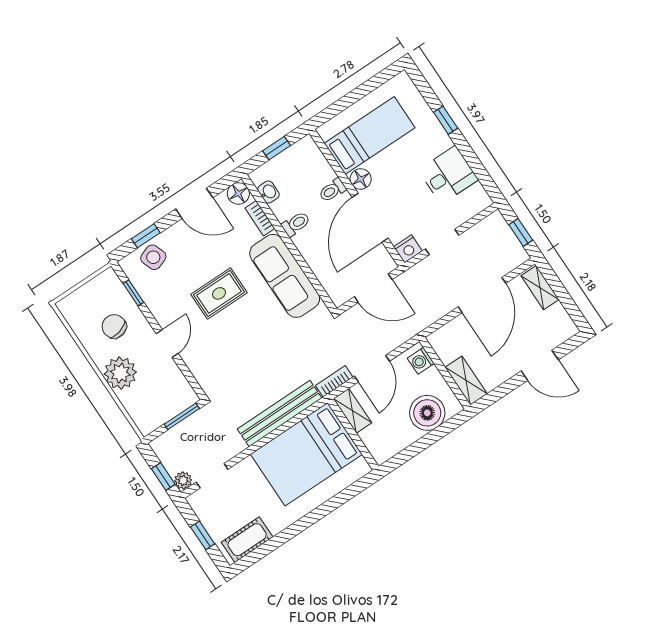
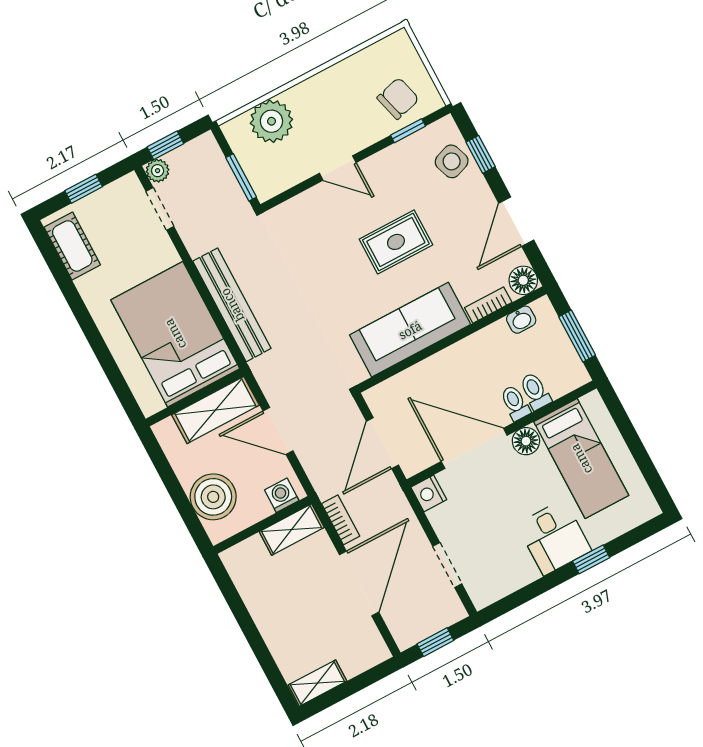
window: (277, 148) -> (577, 336), width x1.50
desk: (448, 175) -> (554, 537), moved
toilet: (296, 224) -> (535, 391), moved, turned 180
doorway: (442, 242) -> (447, 565), moved
shelving: (540, 288) -> (317, 683), moved
rug: (219, 293) -> (396, 242), turned 90
door: (482, 295) -> (359, 583), swing flipped
chair: (114, 326) -> (398, 98), moved
door: (540, 365) -> (260, 649), removed
plant: (120, 373) -> (271, 121), moved
shelving: (466, 380) -> (292, 530), moved
bookcase: (334, 381) -> (341, 520), moved
shelving: (353, 411) -> (216, 410), width x1.50, depth x1.33

